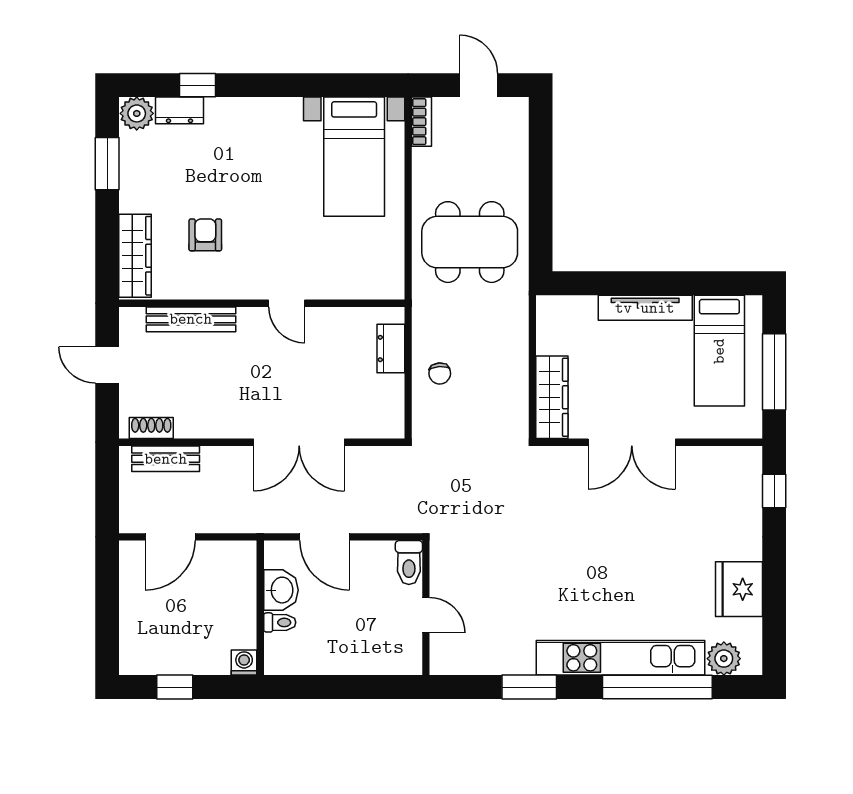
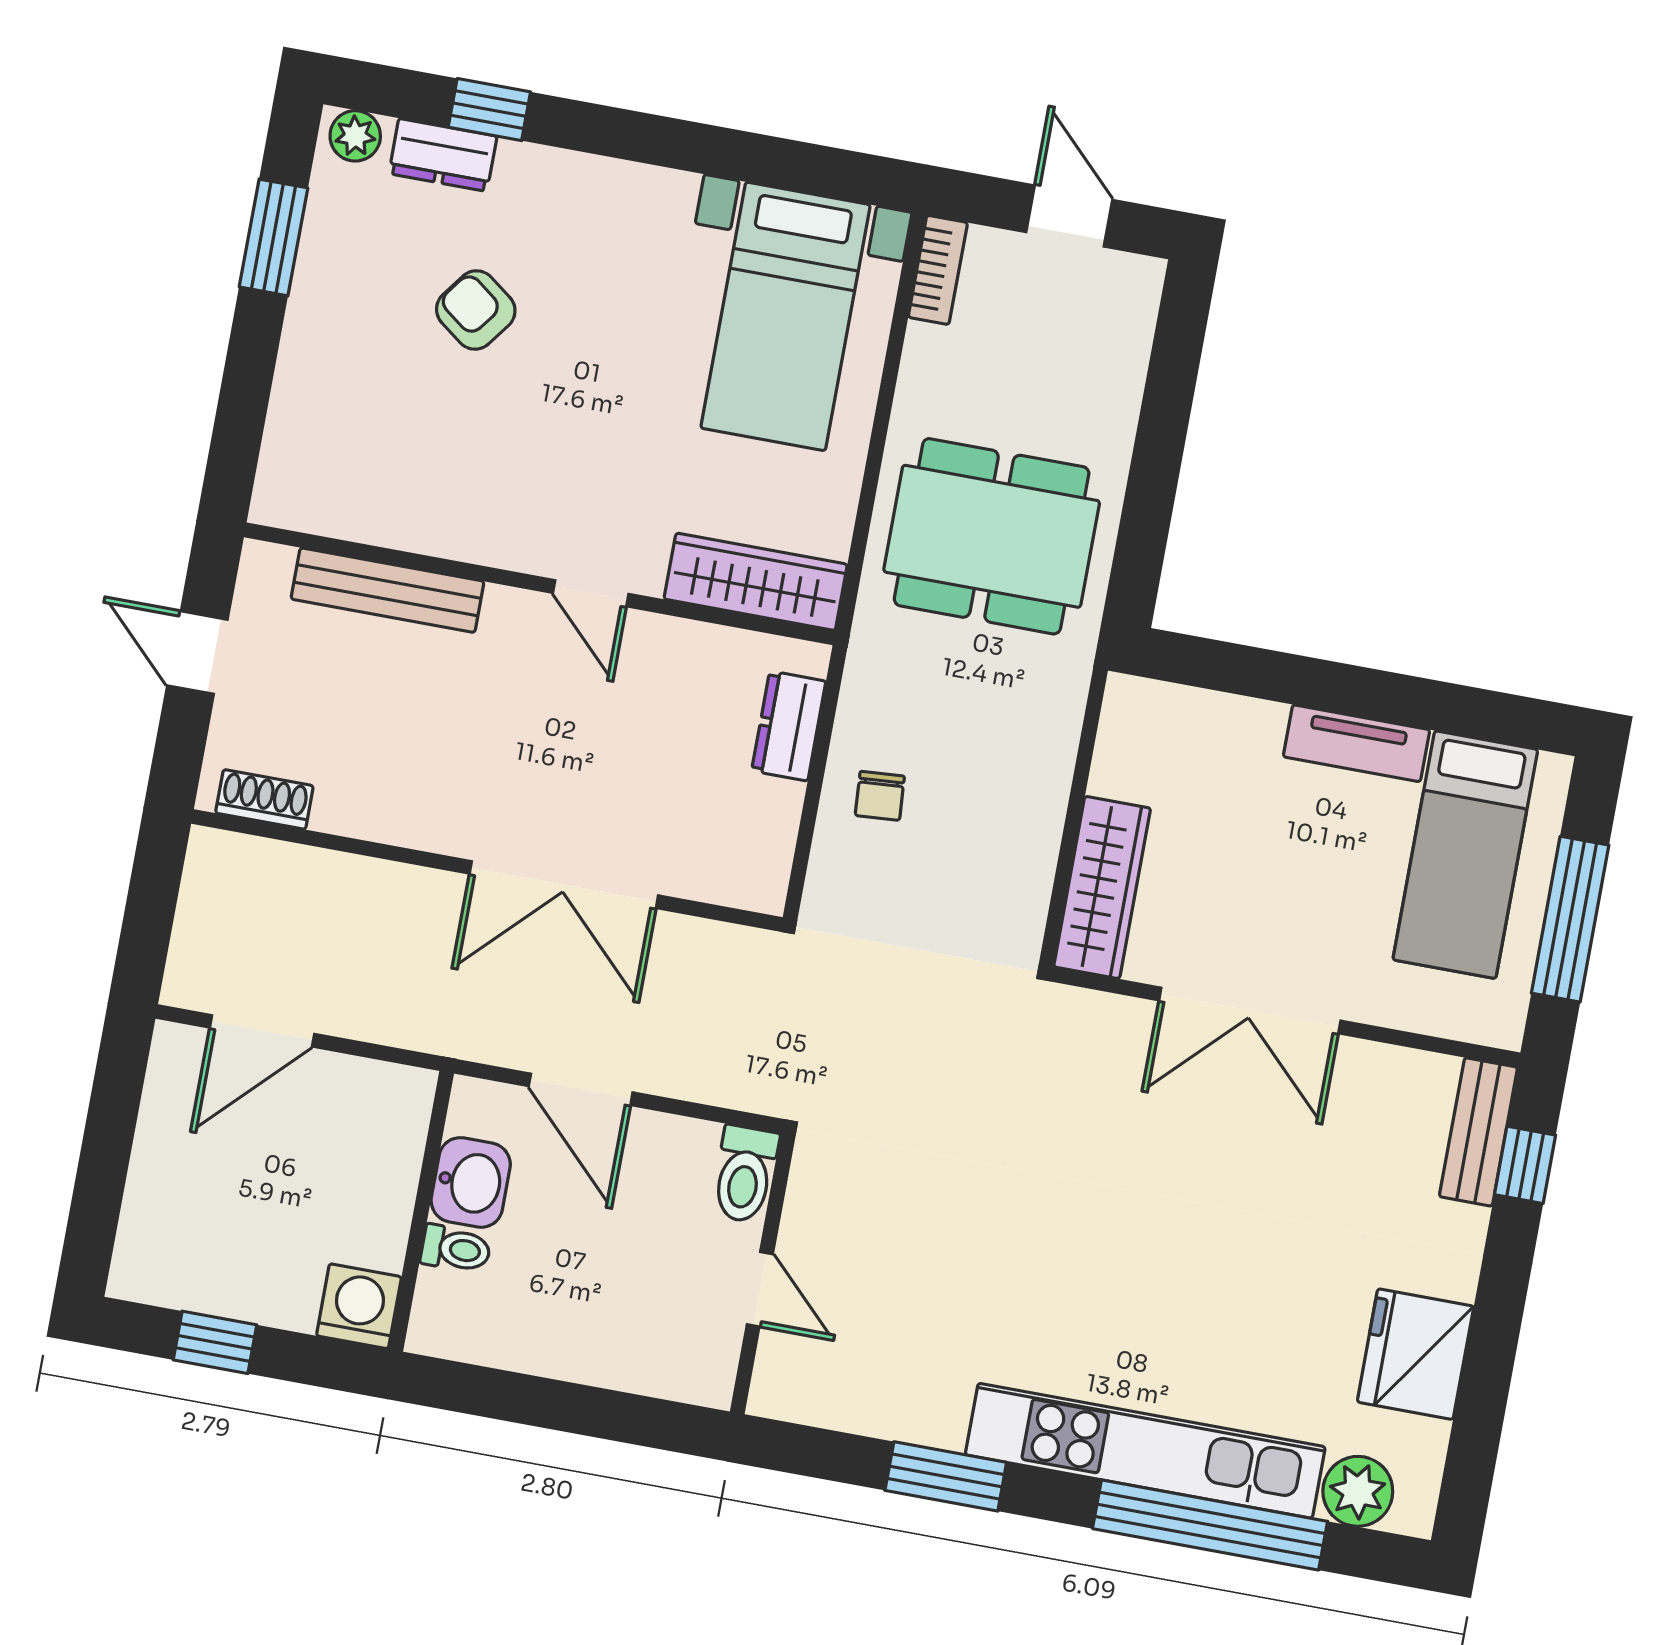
plant: (137, 113) -> (355, 136), width x0.73, depth x0.73
armchair: (205, 235) -> (476, 310), moved, turned -53
wardrobe: (135, 256) -> (756, 582), moved, turned -90
tv unit: (645, 308) -> (1356, 743), width x0.71
bench: (166, 459) -> (1478, 1132), moved, turned 90
washing machine: (244, 663) -> (359, 1306), width x1.38, depth x1.38

